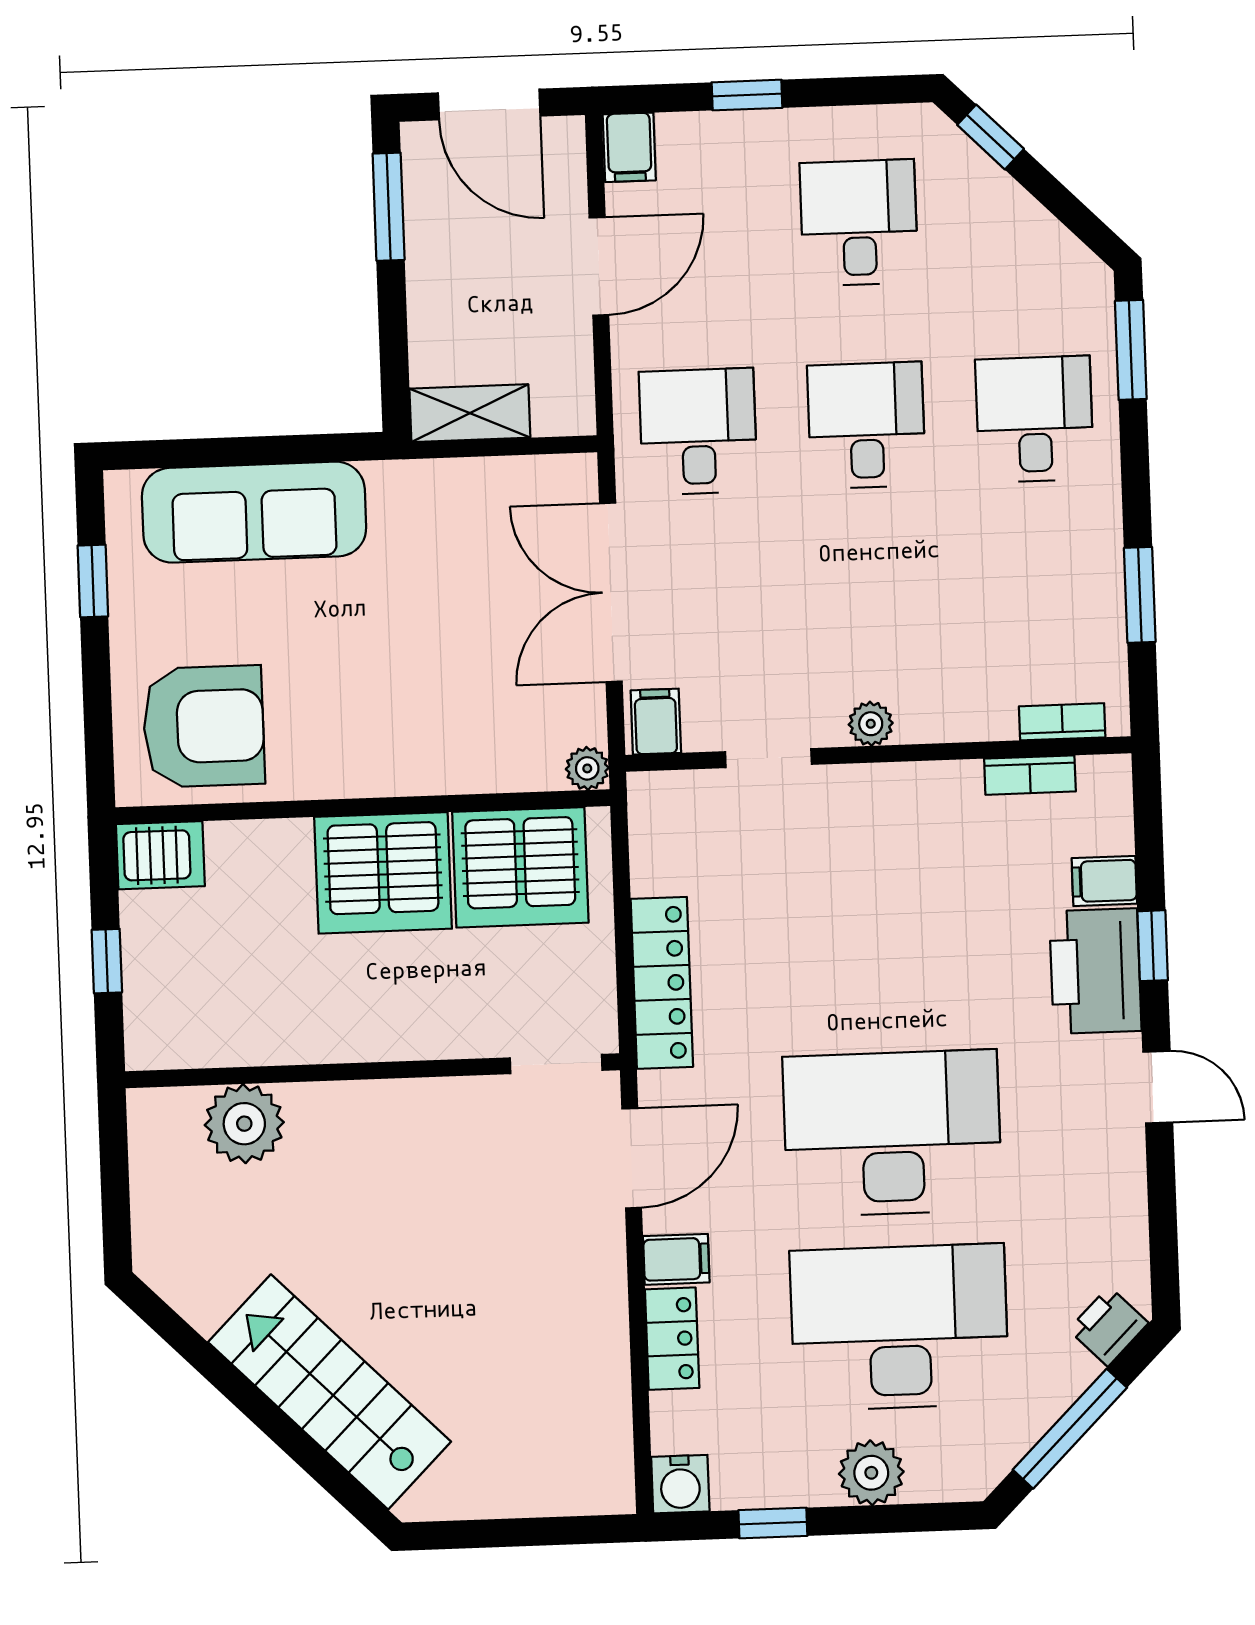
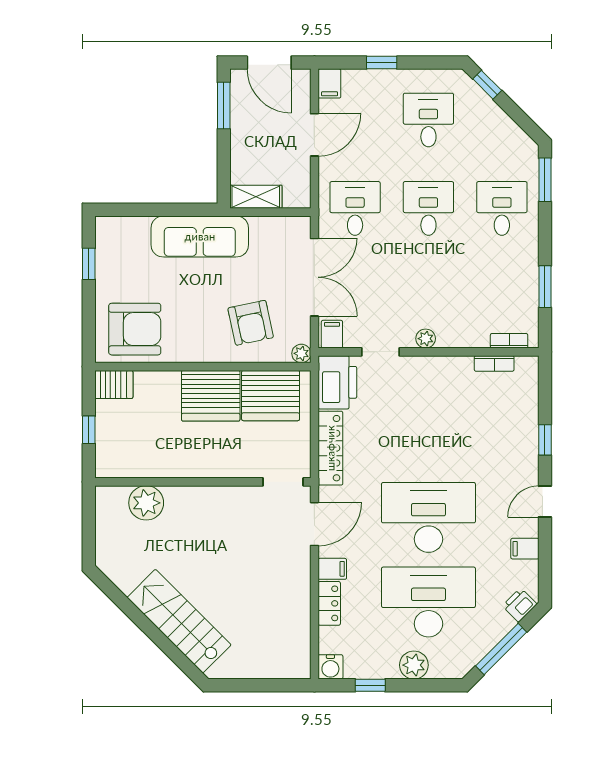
sofa: (254, 512) -> (200, 236), moved
double door: (611, 592) -> (314, 277), swing flipped
armchair: (469, 702) -> (251, 323), added
filing cabinet: (1104, 881) -> (525, 549), moved
printer: (1095, 971) -> (337, 382), moved, turned 180
door: (1158, 1087) -> (545, 502), swing flipped

